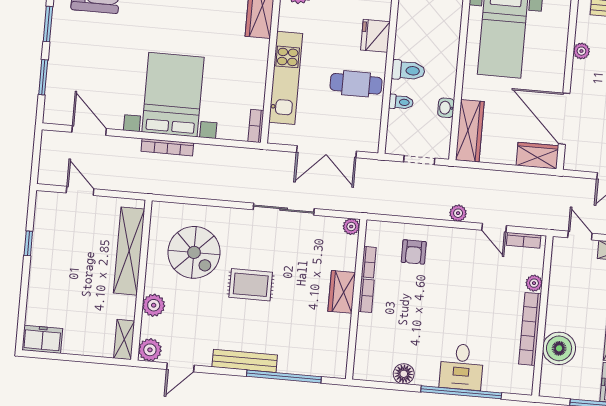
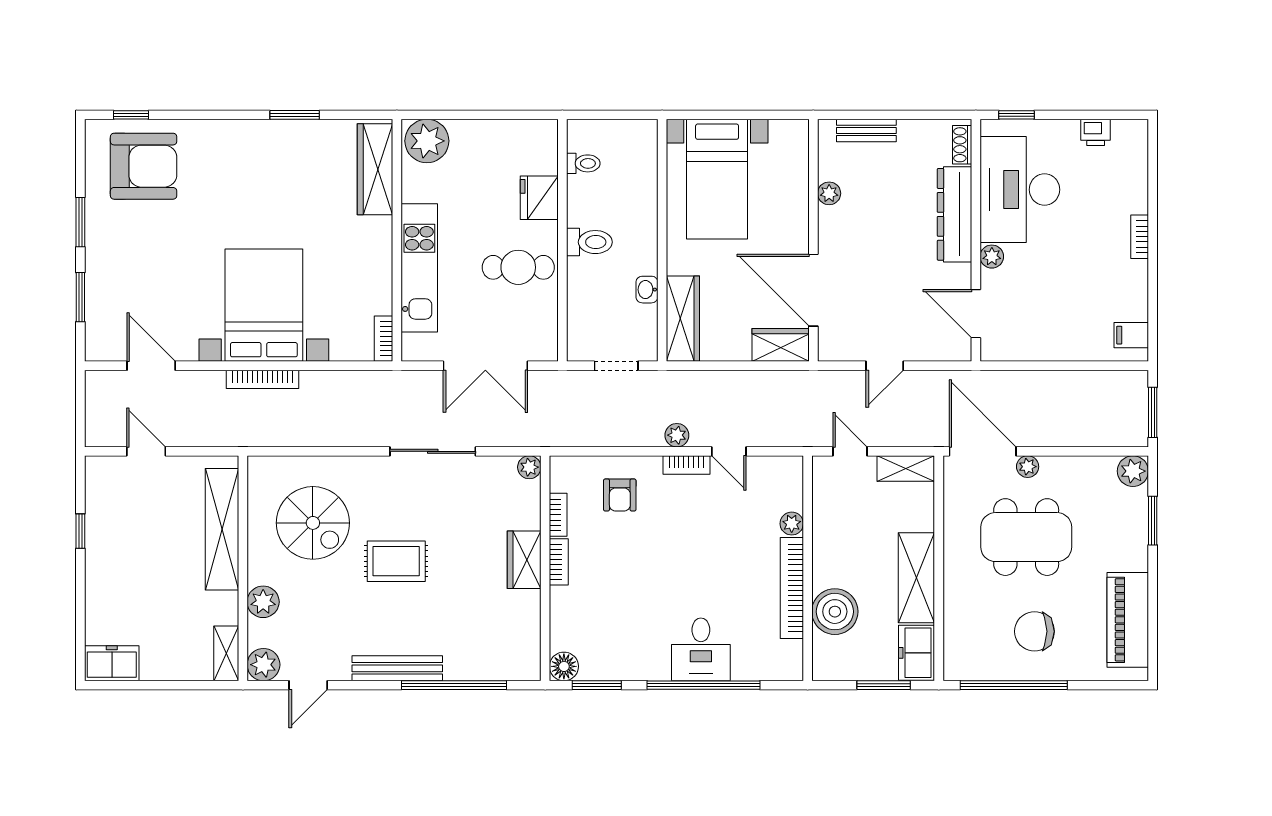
toilet: (401, 102) -> (583, 163), moved
bookcase: (524, 240) -> (686, 465), moved
floor lamp: (404, 374) -> (564, 666), moved
window: (385, 386) -> (597, 685), added

